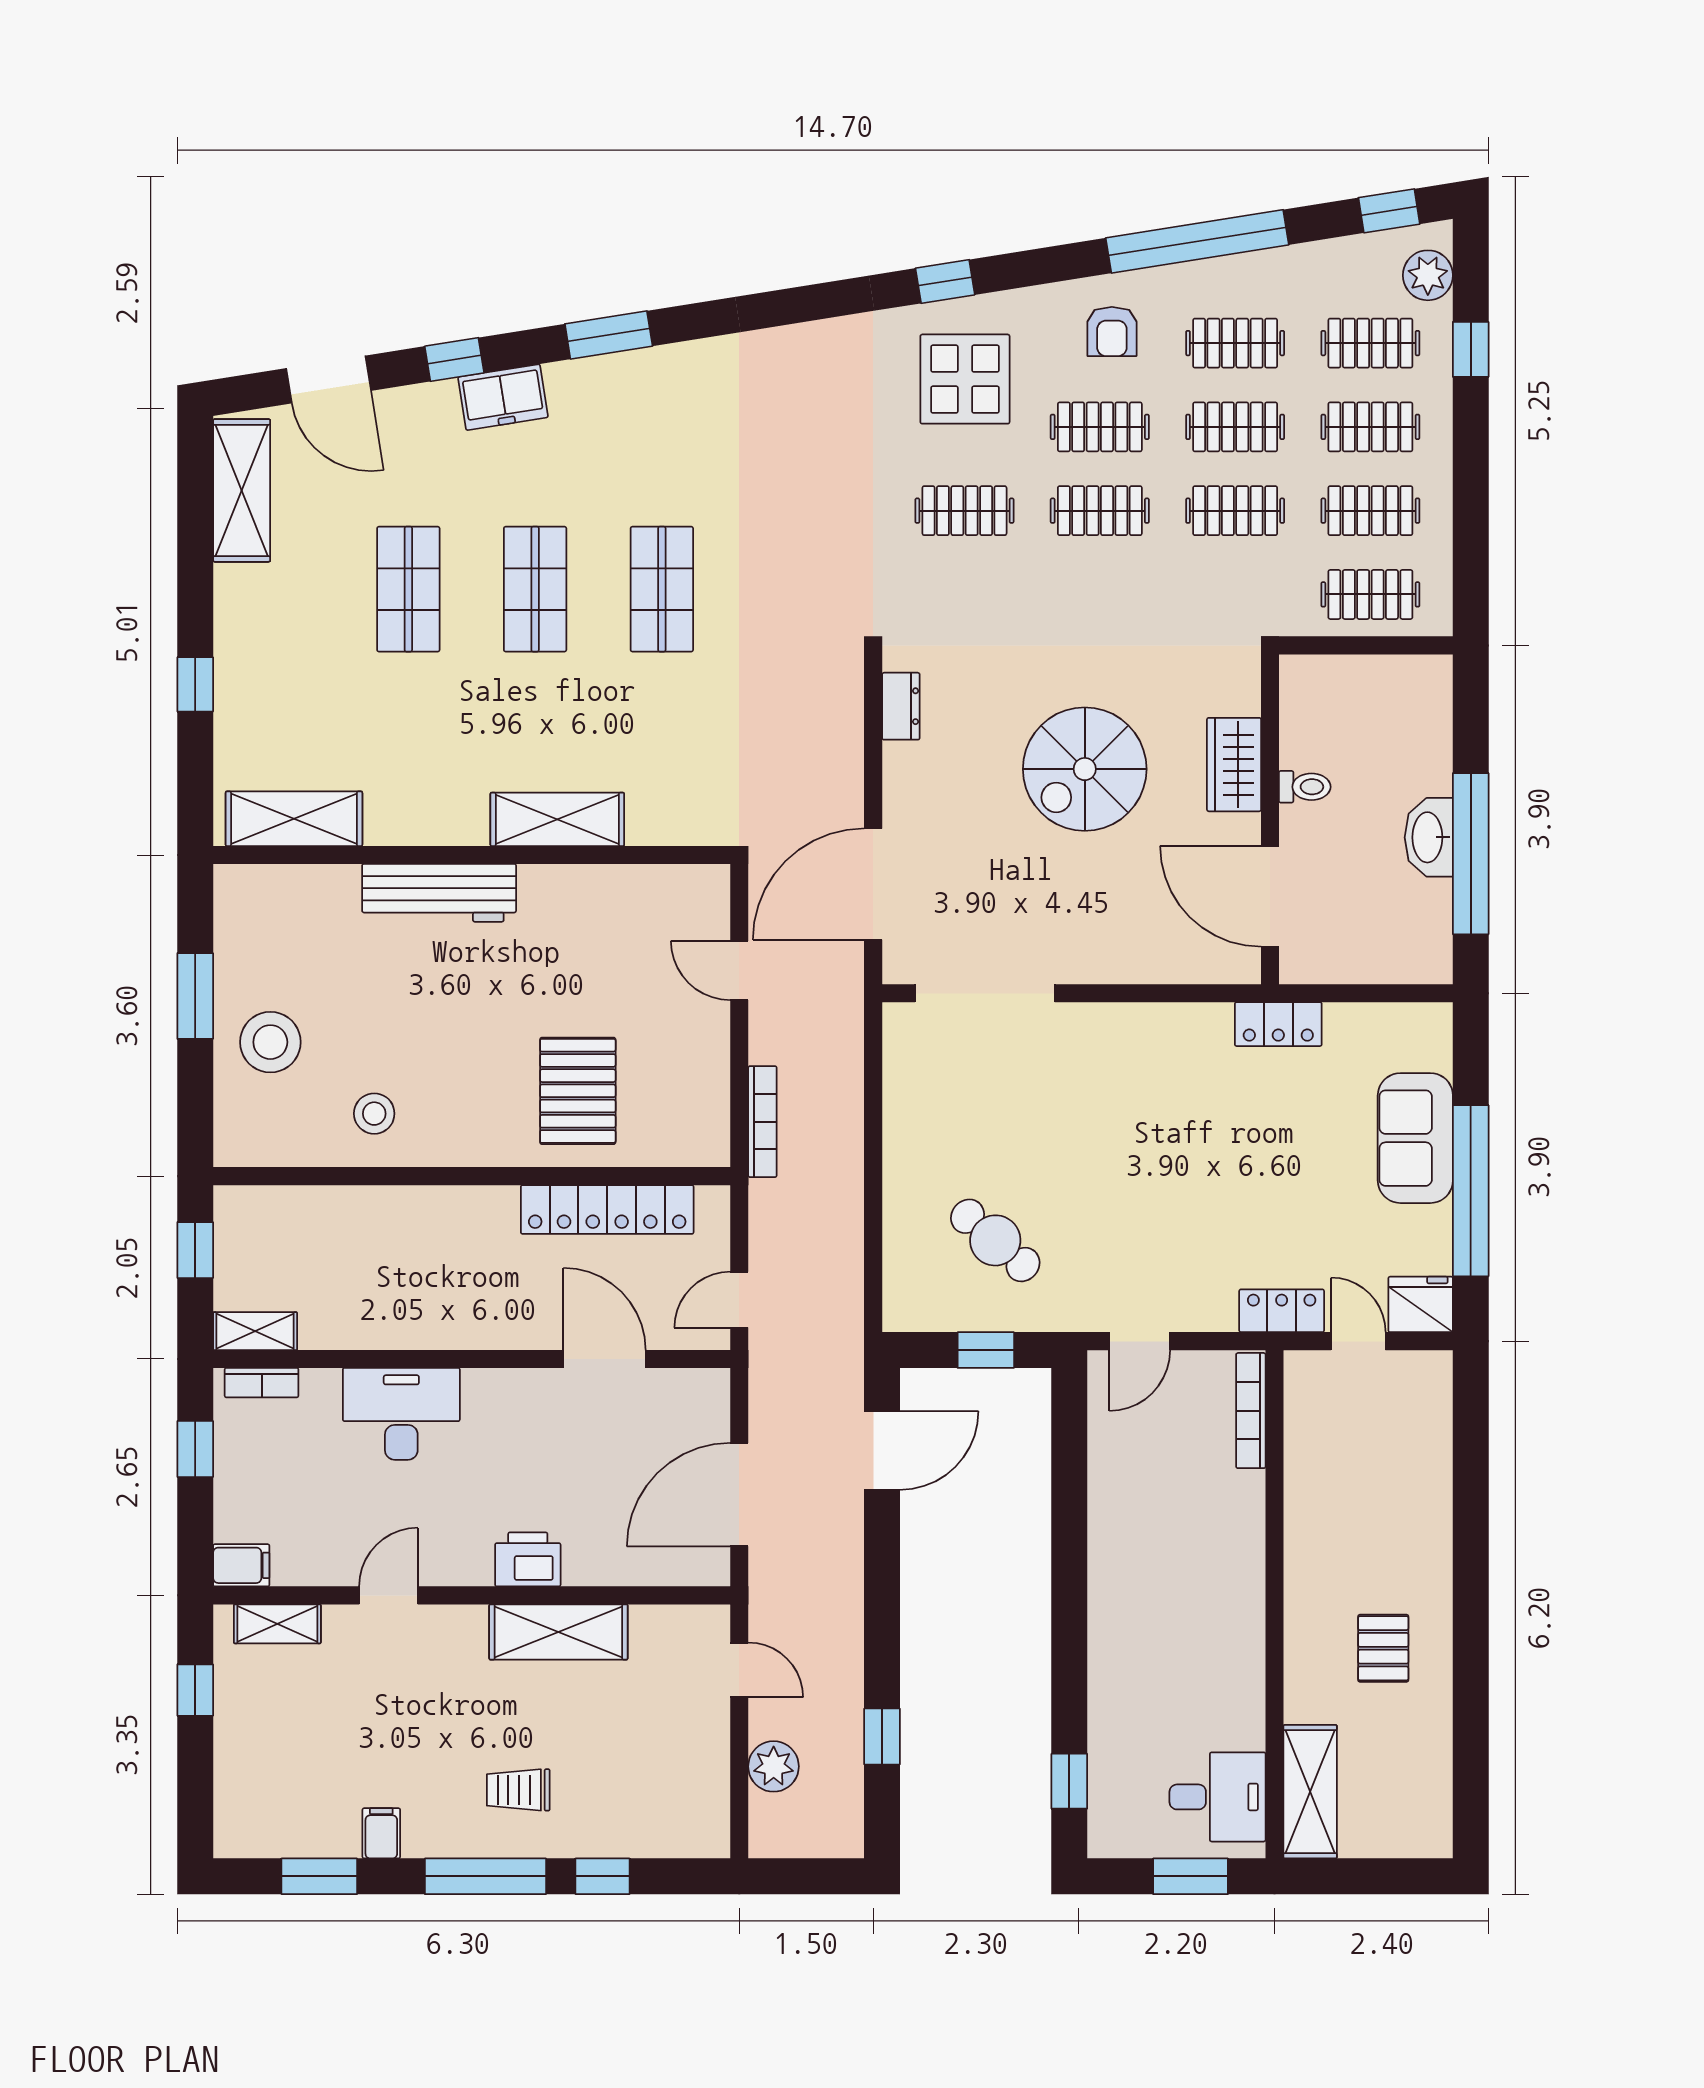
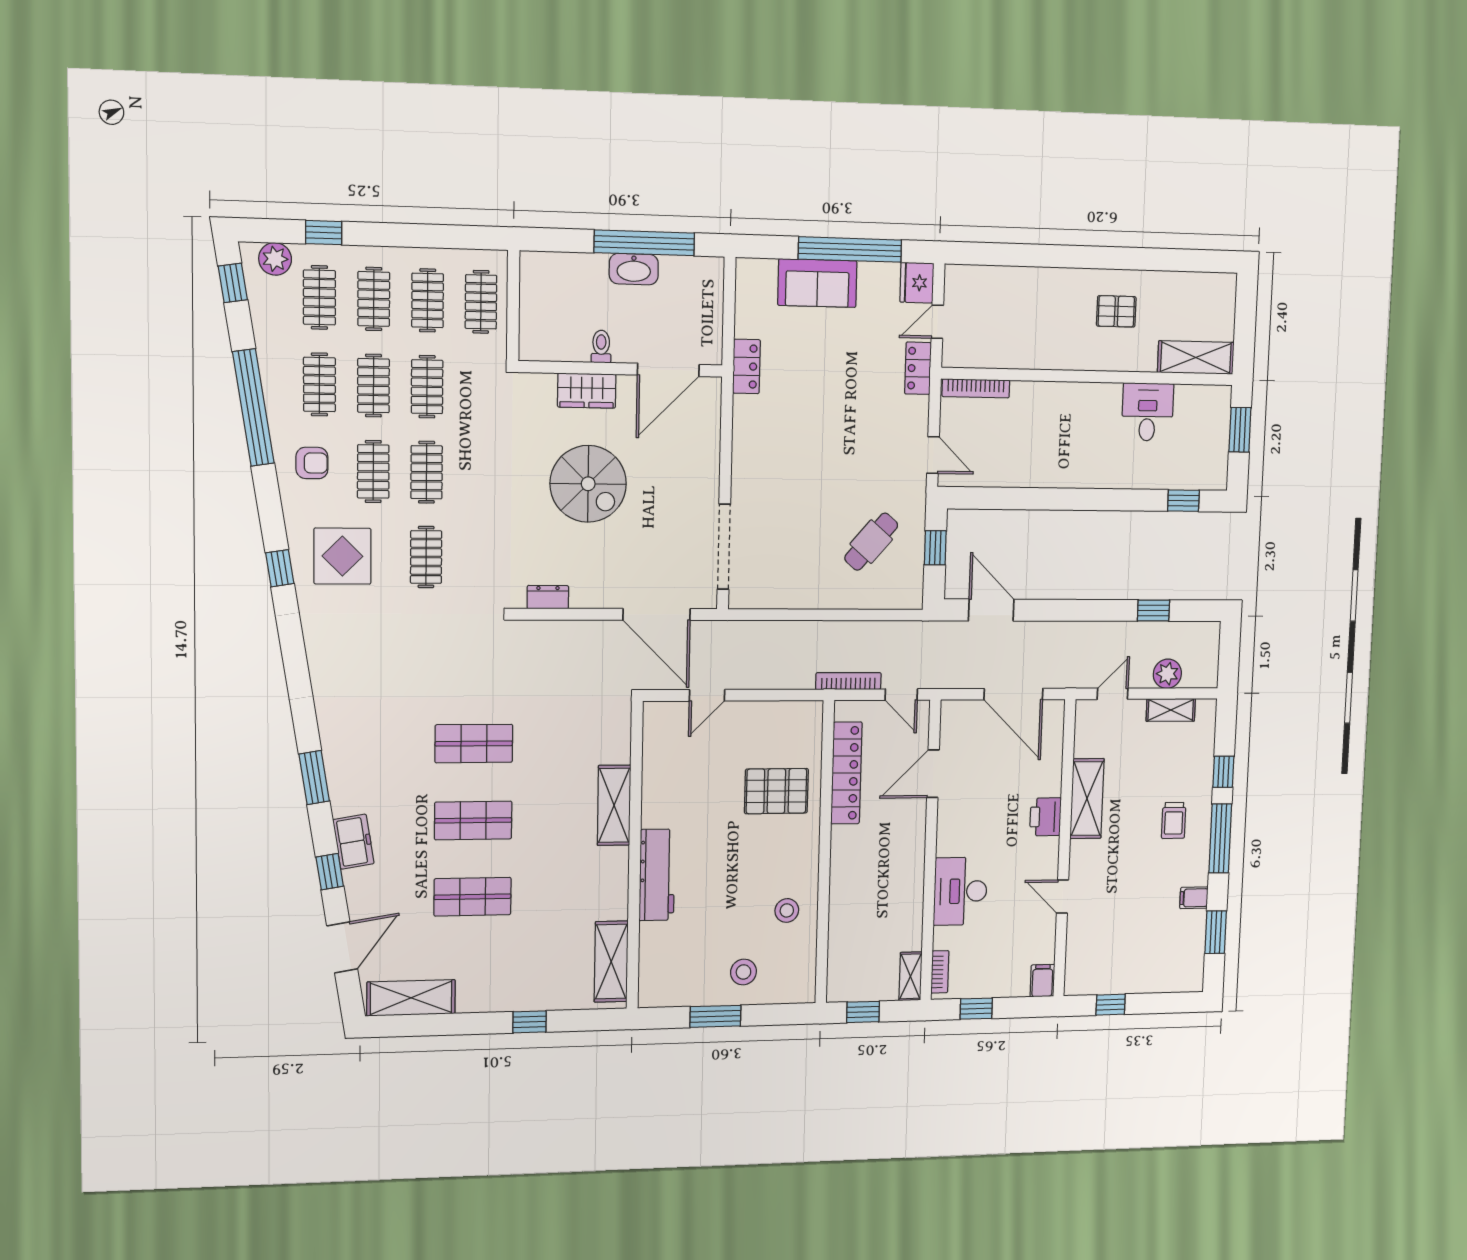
stool: (270, 1042) -> (743, 972), width x0.73, depth x0.73
bookcase: (762, 1122) -> (848, 681), moved
shelving: (277, 1624) -> (1171, 710), moved, turned 90
desk: (1217, 1797) -> (1147, 412), moved

